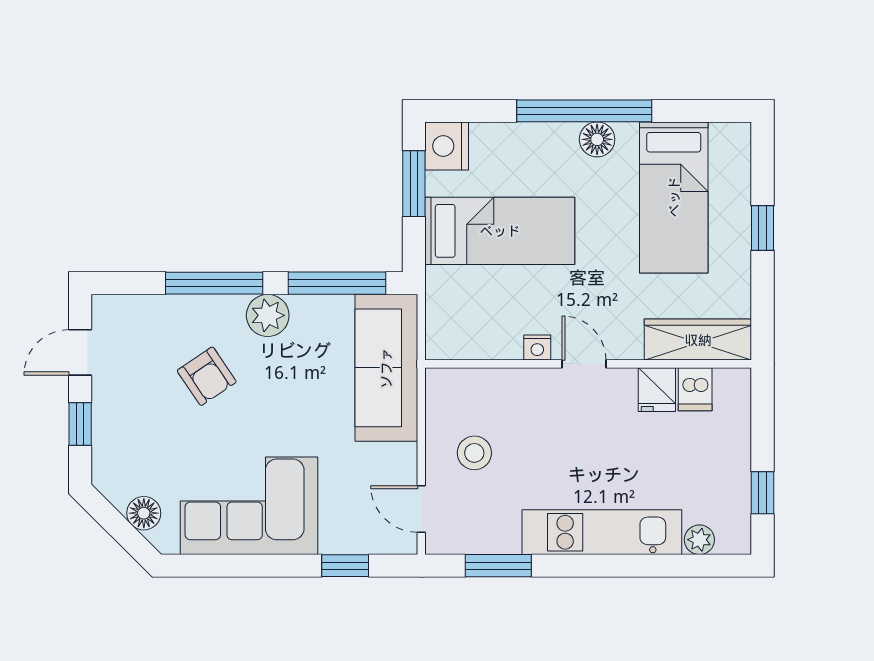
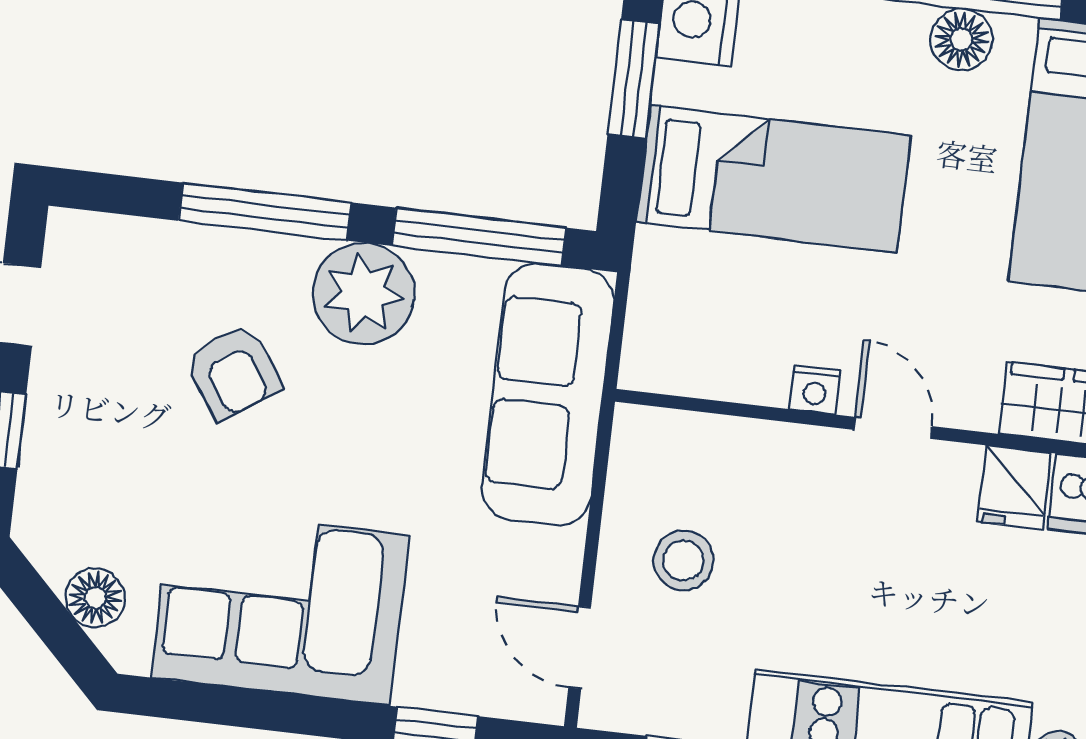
plant: (268, 315) -> (363, 294), width x1.36, depth x1.36

